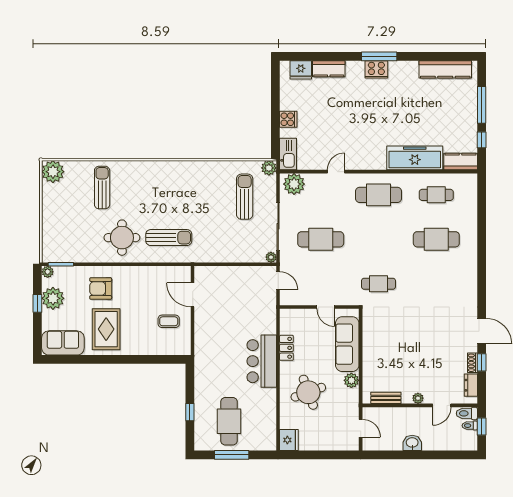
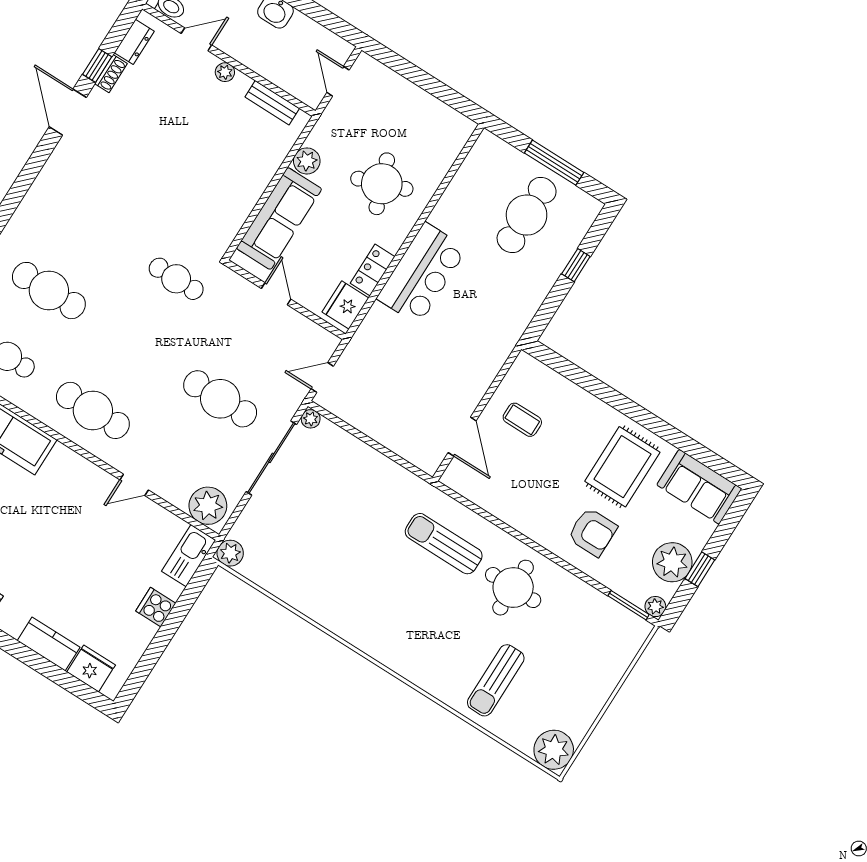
sun lounger: (245, 197) -> (293, 533), removed
door: (278, 281) -> (322, 377), hinge flipped
fridge: (289, 440) -> (345, 305), moved

